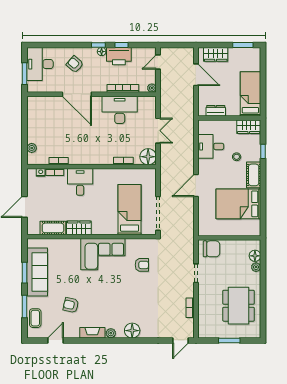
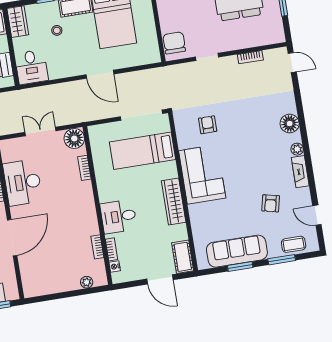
desk: (211, 146) -> (31, 67), moved
cot: (53, 228) -> (183, 257), moved
wardrobe: (79, 228) -> (174, 201), width x1.50

